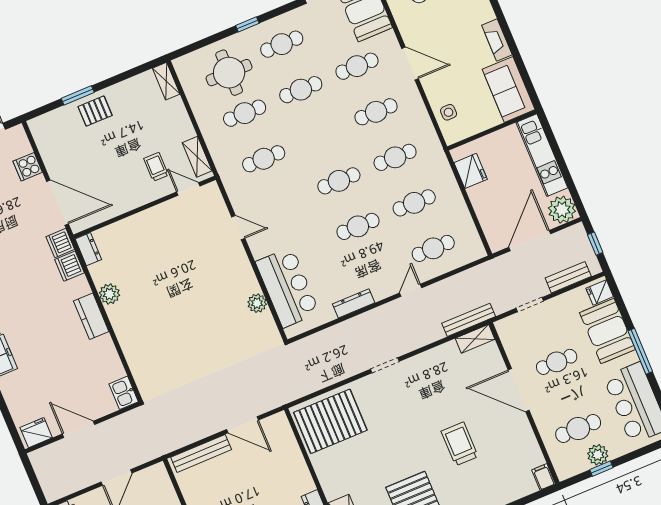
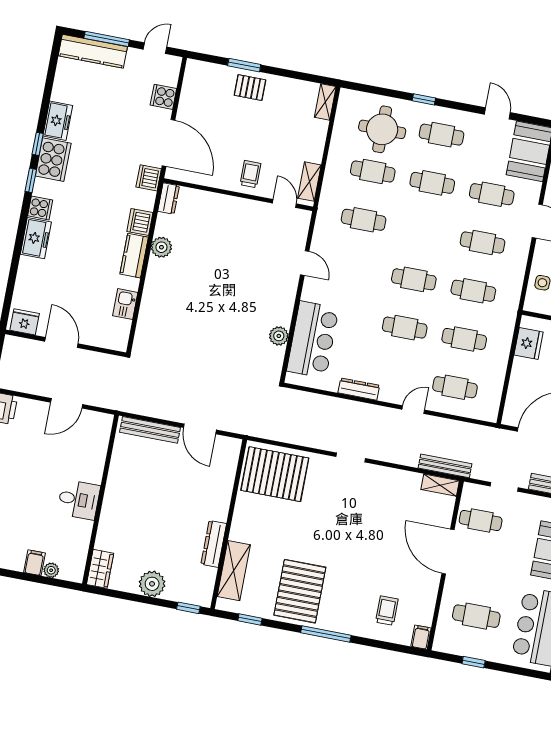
trolley: (156, 167) -> (250, 174), moved
dishwasher: (70, 266) -> (140, 222), moved
cafe table: (557, 362) -> (481, 520), moved
kitchen sink: (124, 393) -> (125, 304), moved
trolley: (460, 444) -> (387, 611), moved, width x0.73, depth x0.72
plant: (598, 455) -> (478, 649), removed

